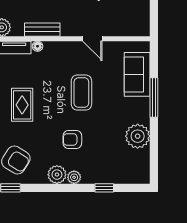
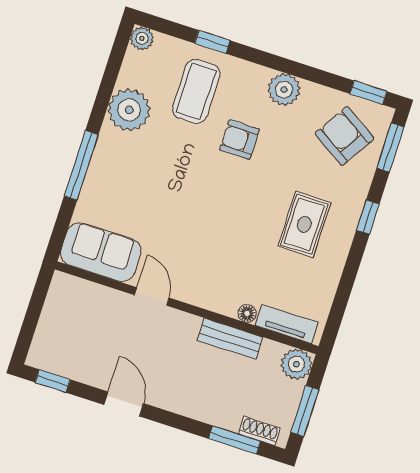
sofa: (137, 74) -> (101, 252), moved, turned -90
coffee table: (81, 93) -> (196, 91), moved
armchair: (72, 139) -> (239, 140), turned 180
plant: (74, 177) -> (142, 38), moved

